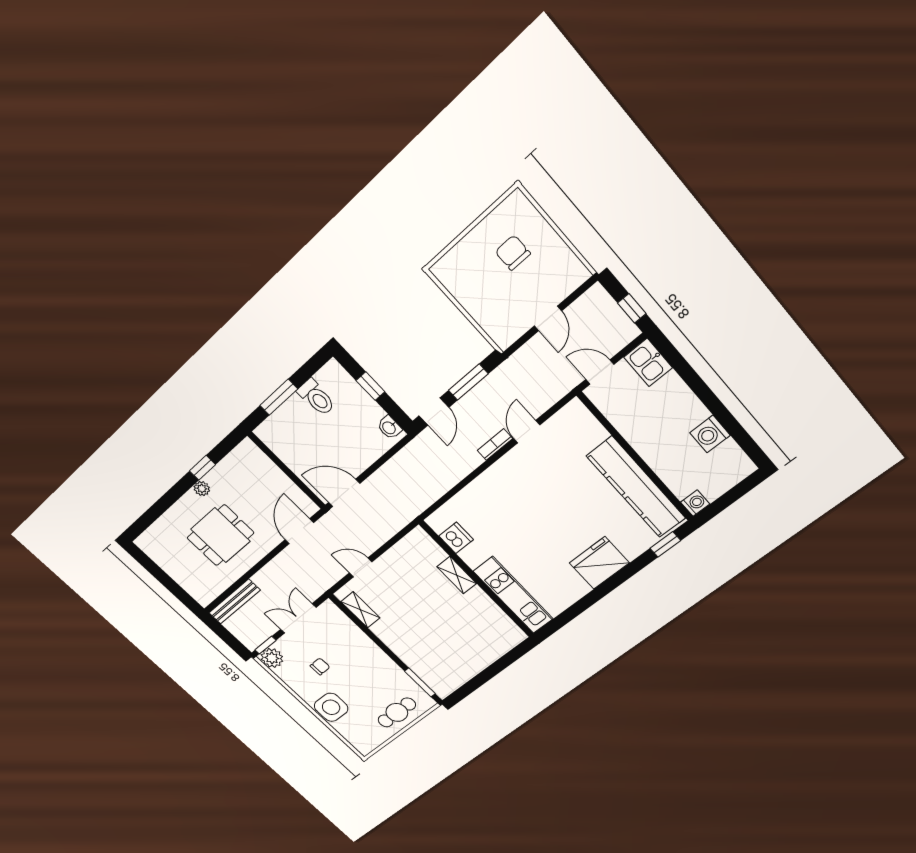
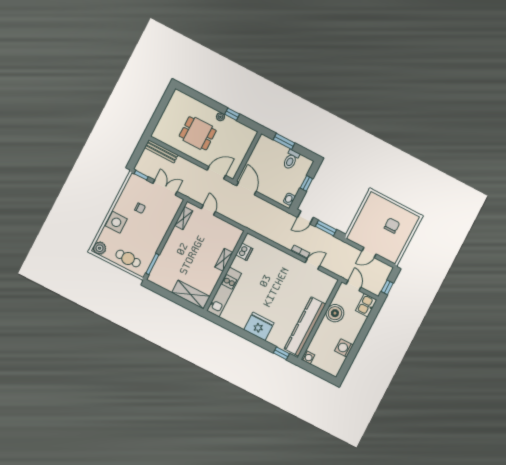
boiler: (636, 426) -> (335, 313), added
shelving: (495, 646) -> (191, 295), added
plant: (272, 658) -> (100, 248), moved

